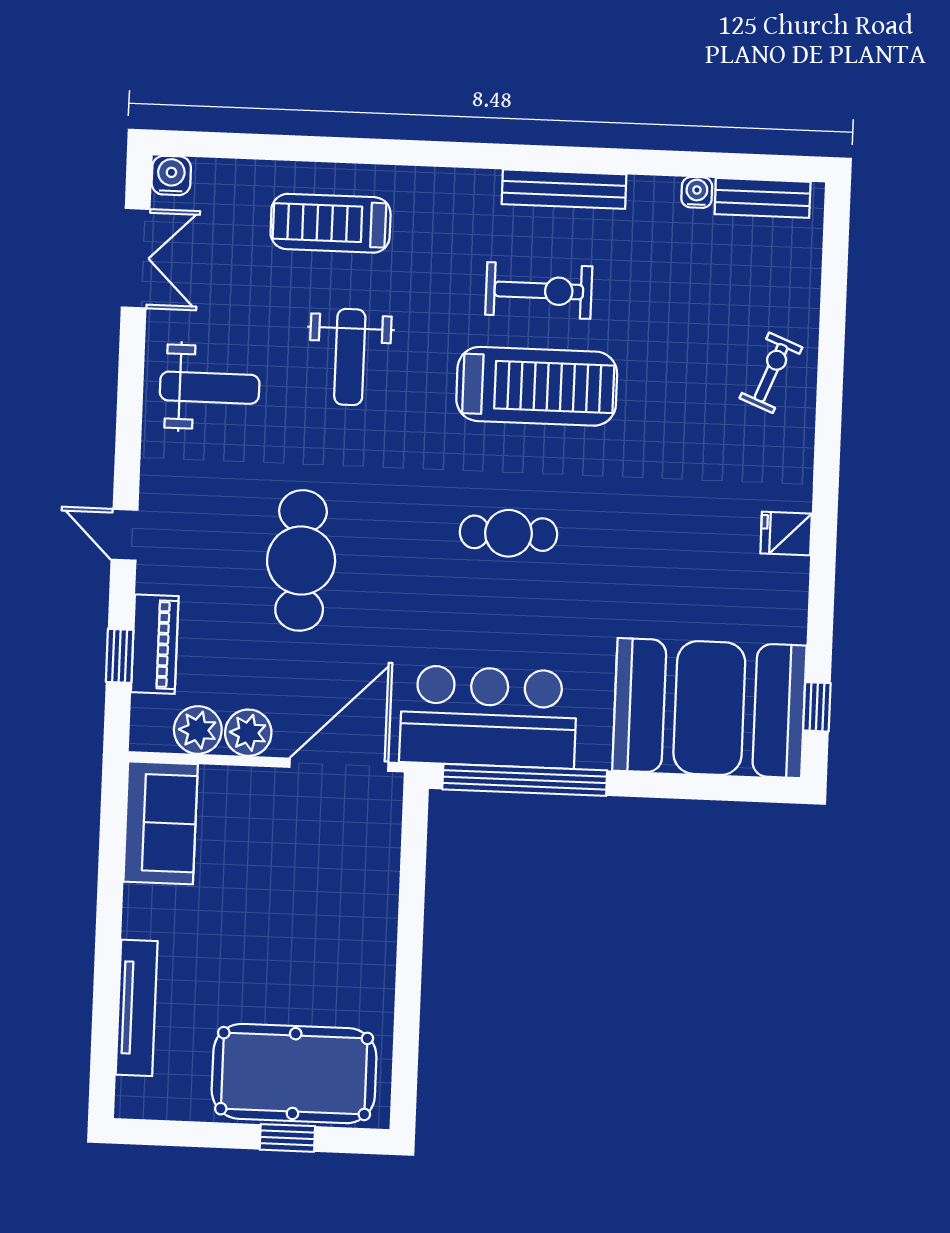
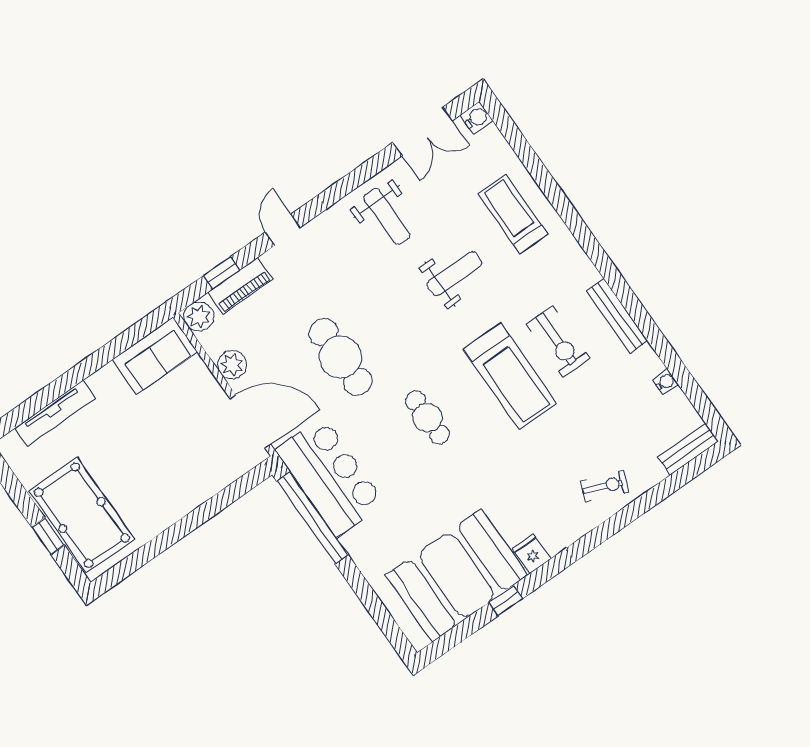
bench: (763, 198) -> (688, 449), moved, turned 90
weight bench: (350, 357) -> (454, 274), turned 180
cafe table: (301, 560) -> (340, 357), moved, turned 90
window: (817, 707) -> (506, 601), moved
booth: (709, 708) -> (457, 575), moved, turned 90
plant: (198, 730) -> (199, 317), moved

